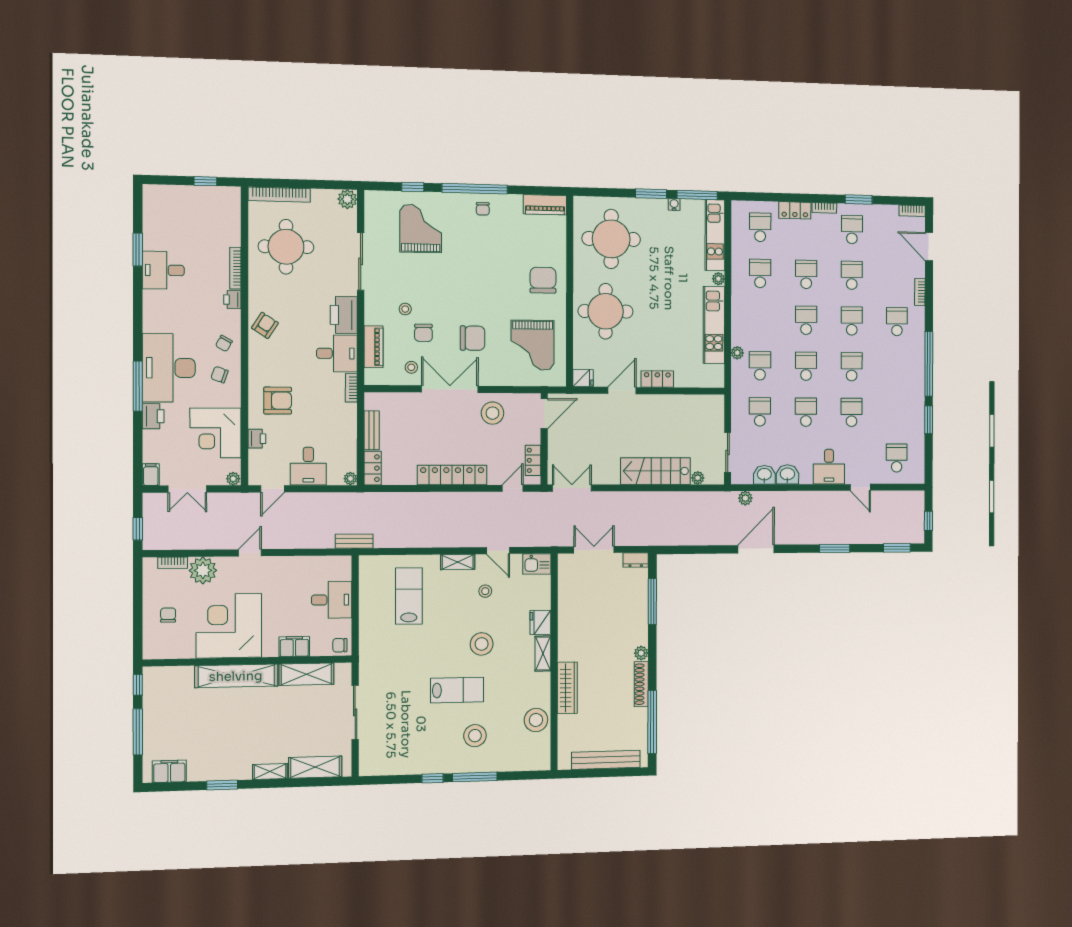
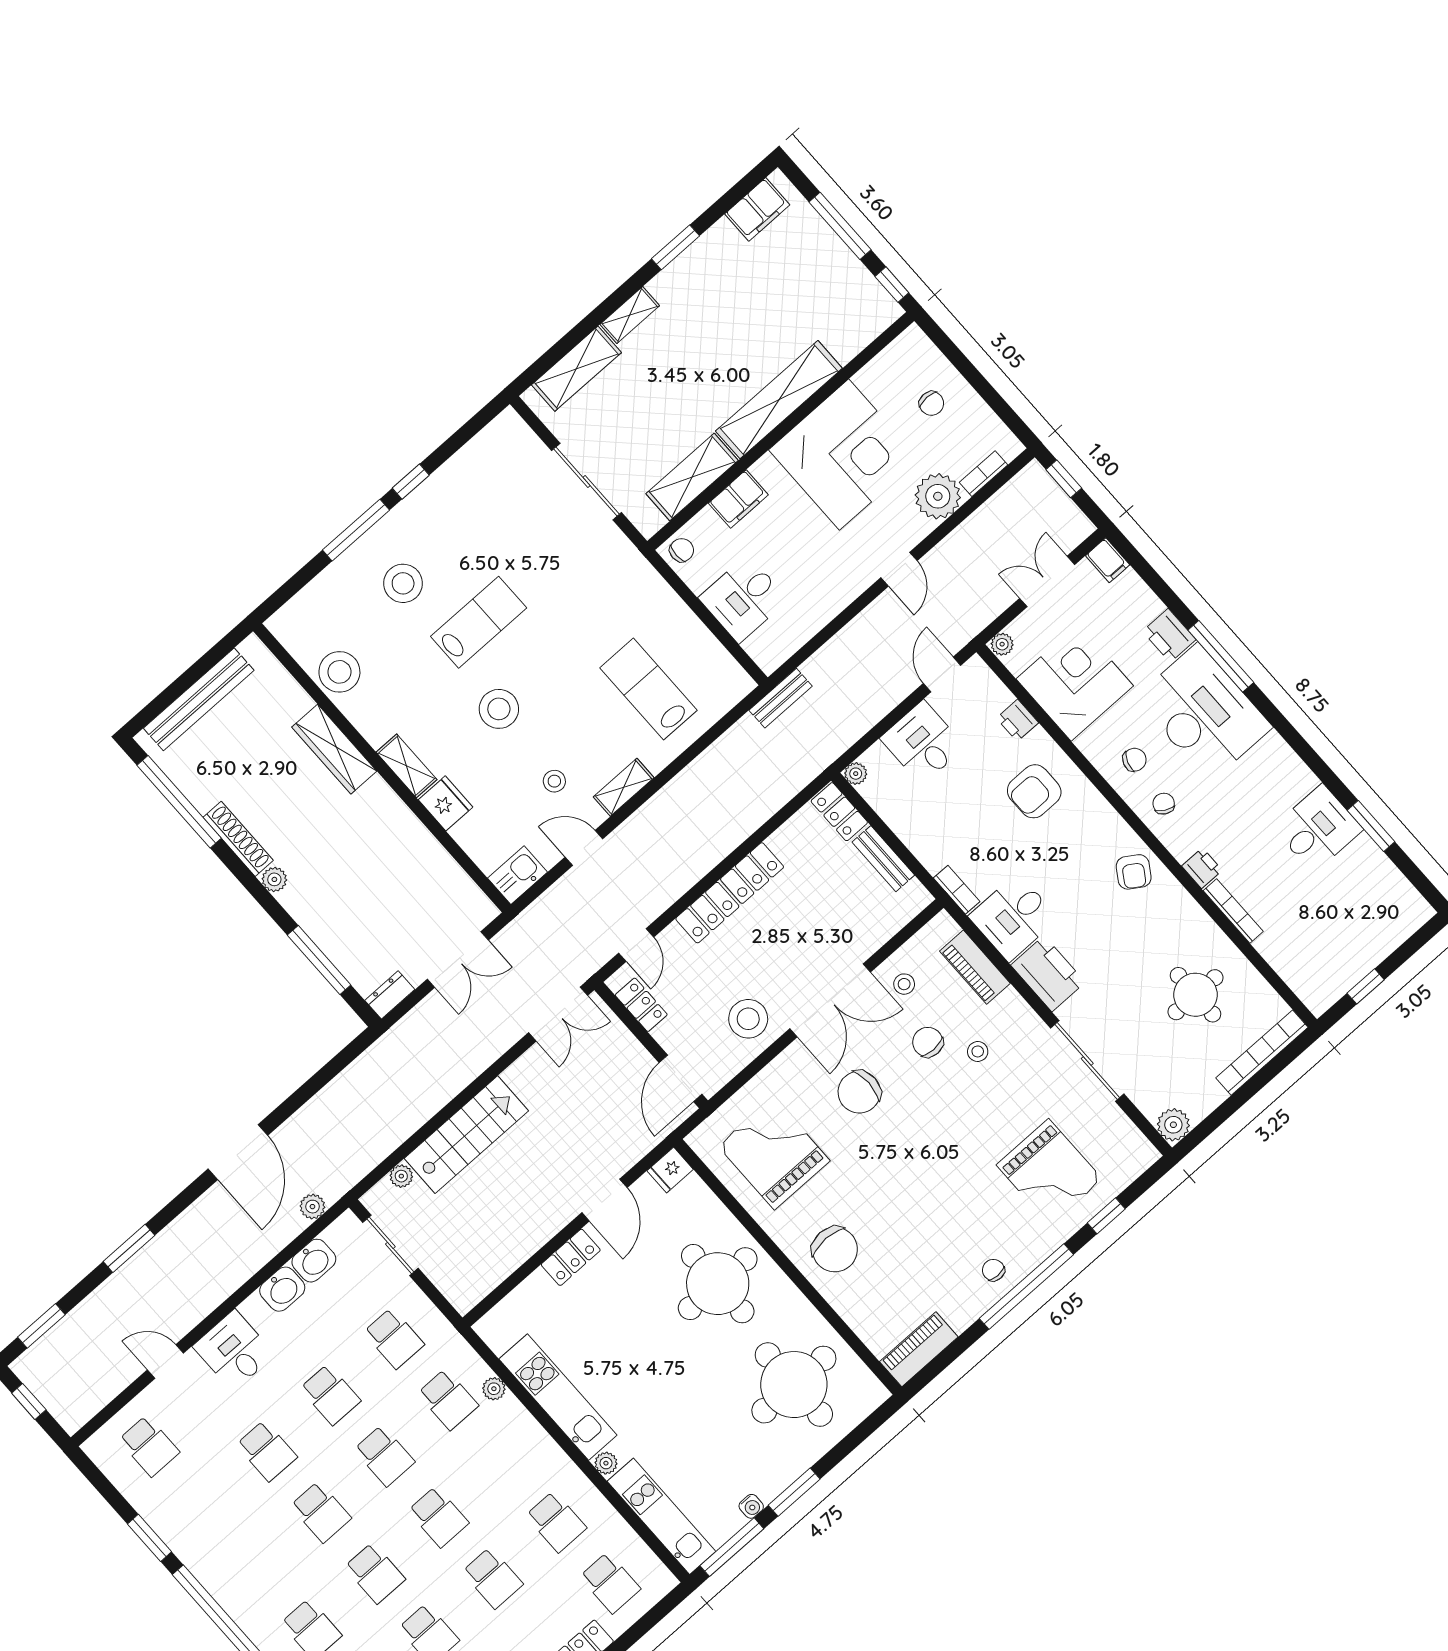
round table: (286, 247) -> (1195, 995), width x0.73, depth x0.73
lab bench: (409, 596) -> (649, 689), turned 180
lab bench: (457, 690) -> (479, 622), turned 180

